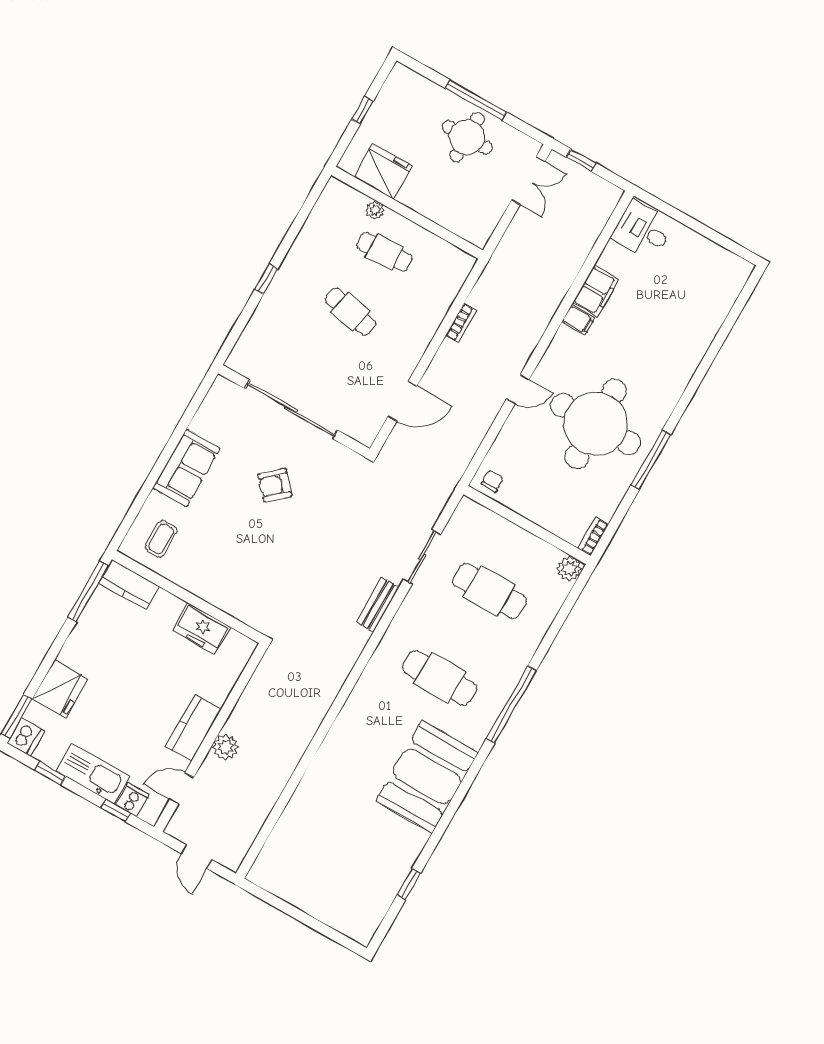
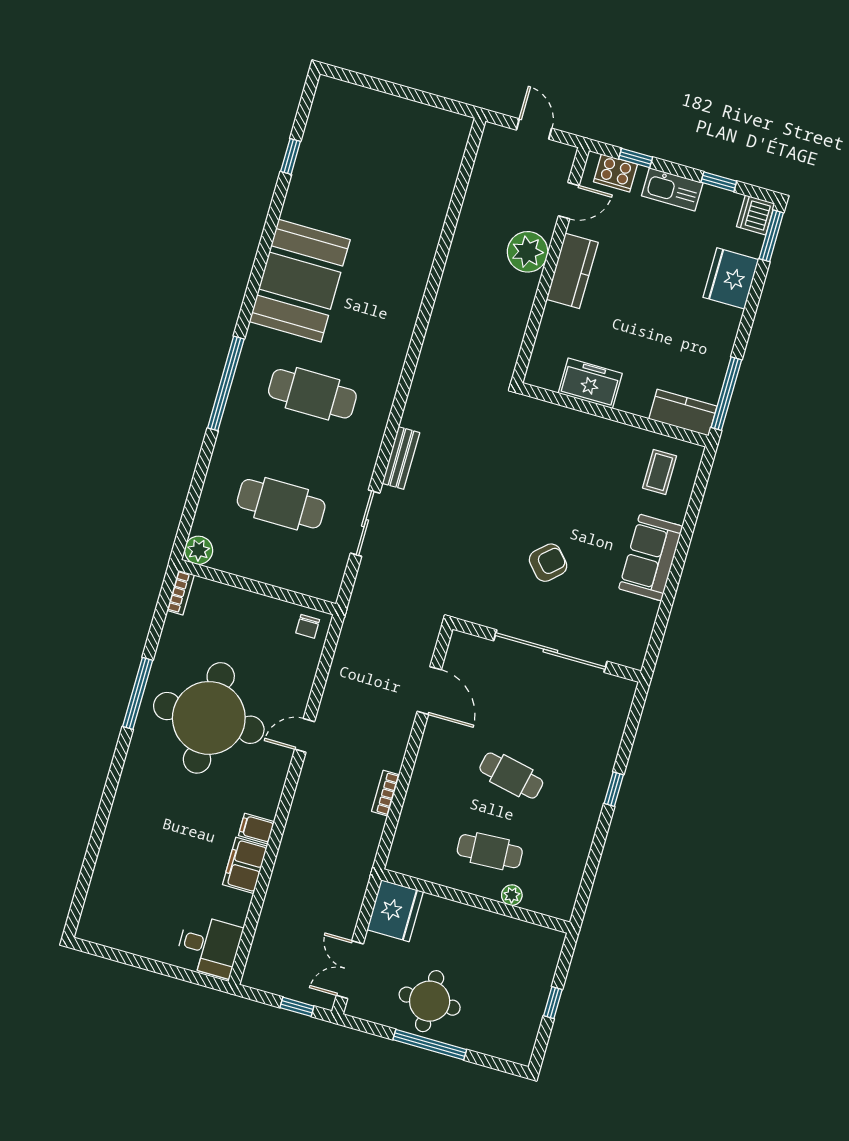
fridge: (383, 171) -> (395, 911), moved, turned -90
door: (403, 401) -> (429, 691), swing flipped
plant: (226, 747) -> (528, 252), width x1.36, depth x1.36
kitchen sink: (93, 774) -> (672, 189), width x0.73, depth x0.81
cooker: (132, 800) -> (615, 173), width x1.36

